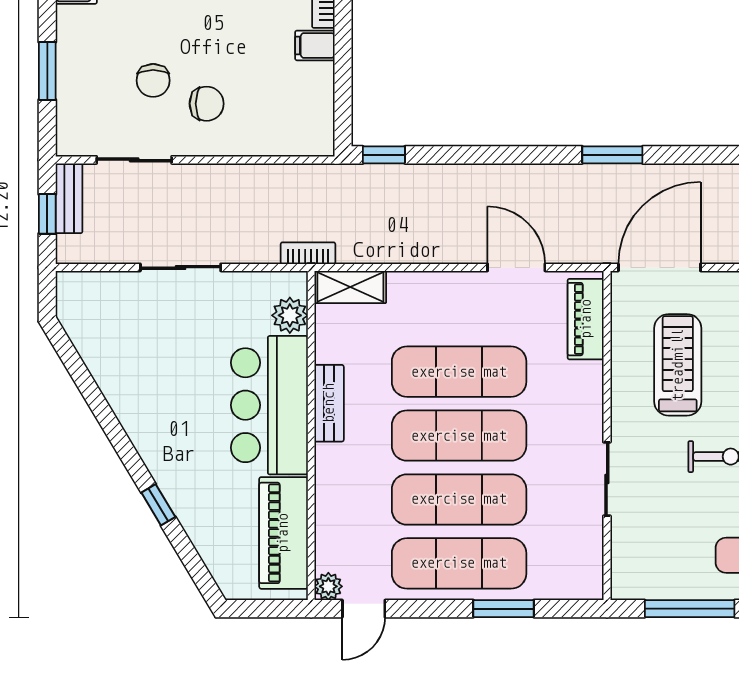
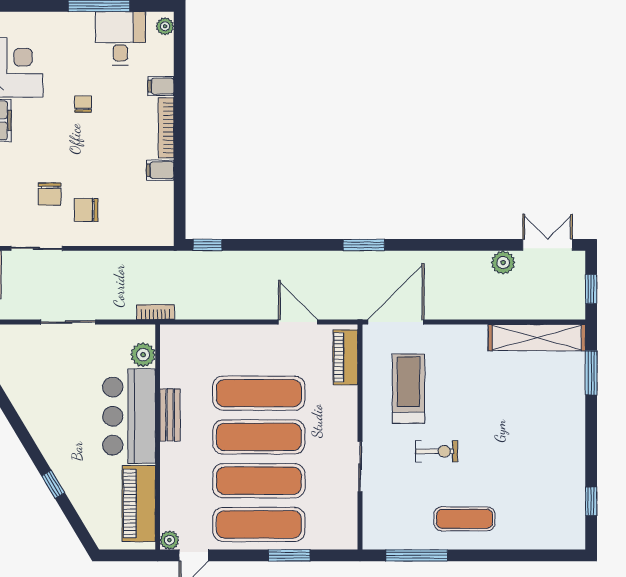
chair: (207, 104) -> (86, 210), turned 180
shelving: (350, 287) -> (184, 335), removed

